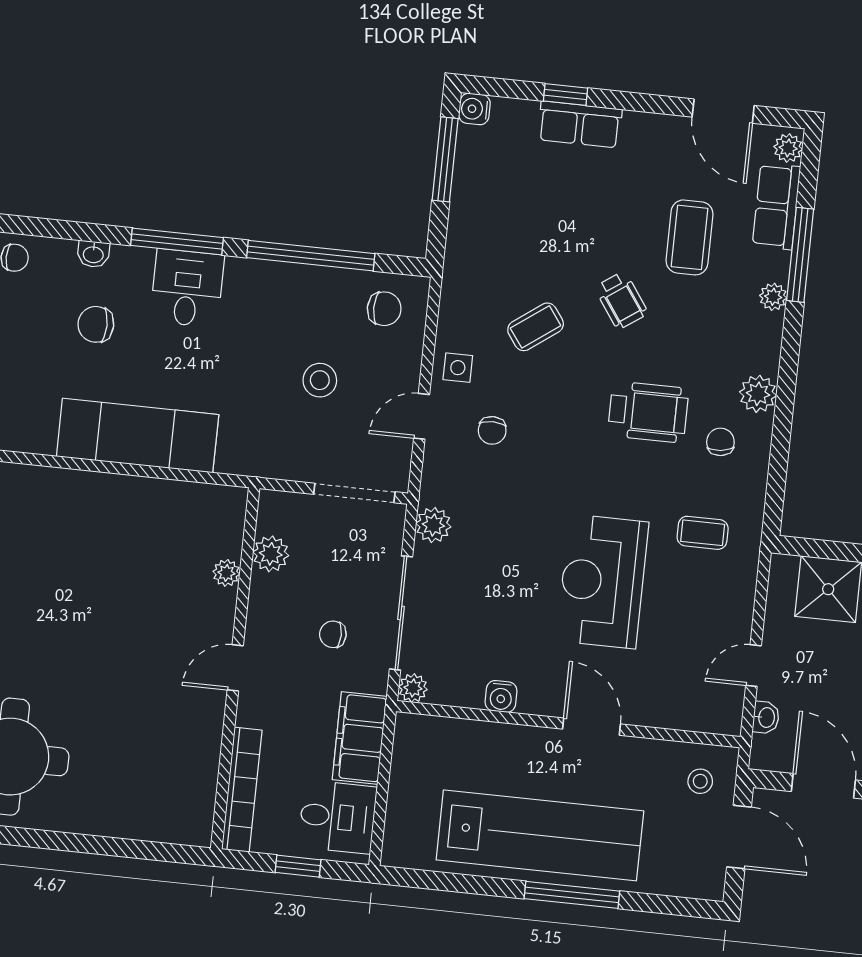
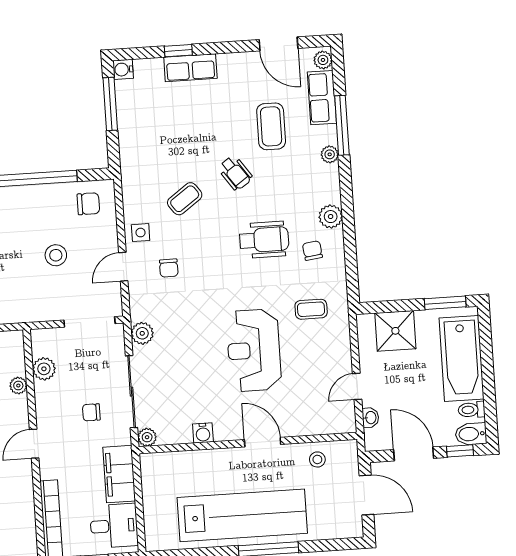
stool: (700, 781) -> (317, 459), moved

